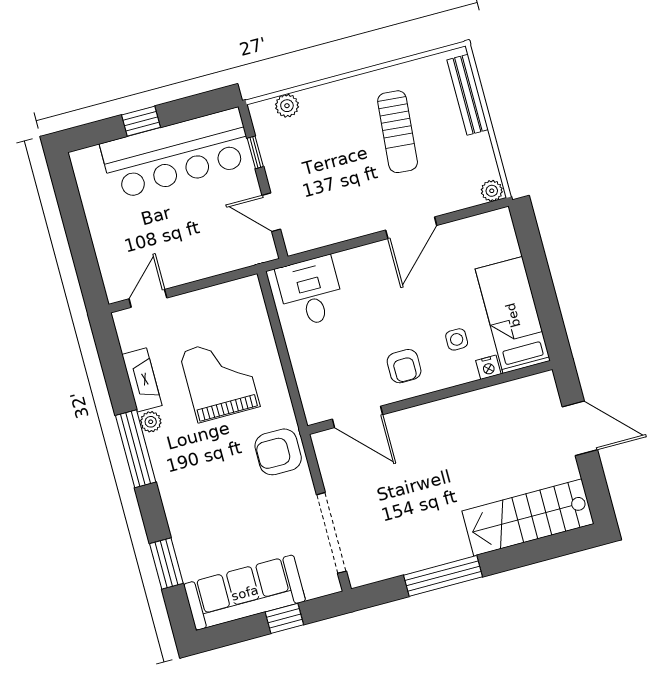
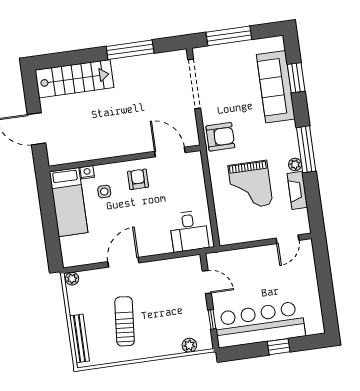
sofa: (245, 593) -> (276, 87), moved, turned 90
window: (284, 618) -> (229, 36), width x2.17

